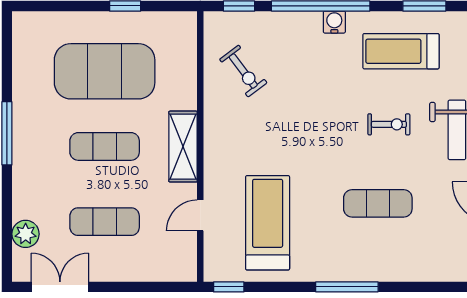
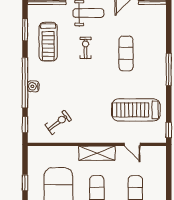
water cooler: (334, 22) -> (33, 86), moved

